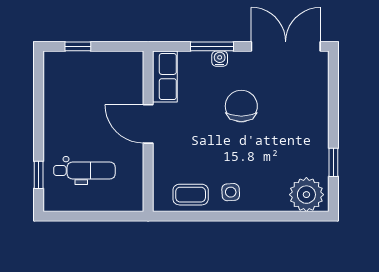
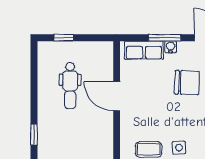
row of seats: (165, 77) -> (144, 50), moved, turned 90
chair: (241, 106) -> (187, 83), turned 92
dental chair: (84, 170) -> (70, 86), moved, turned 90

